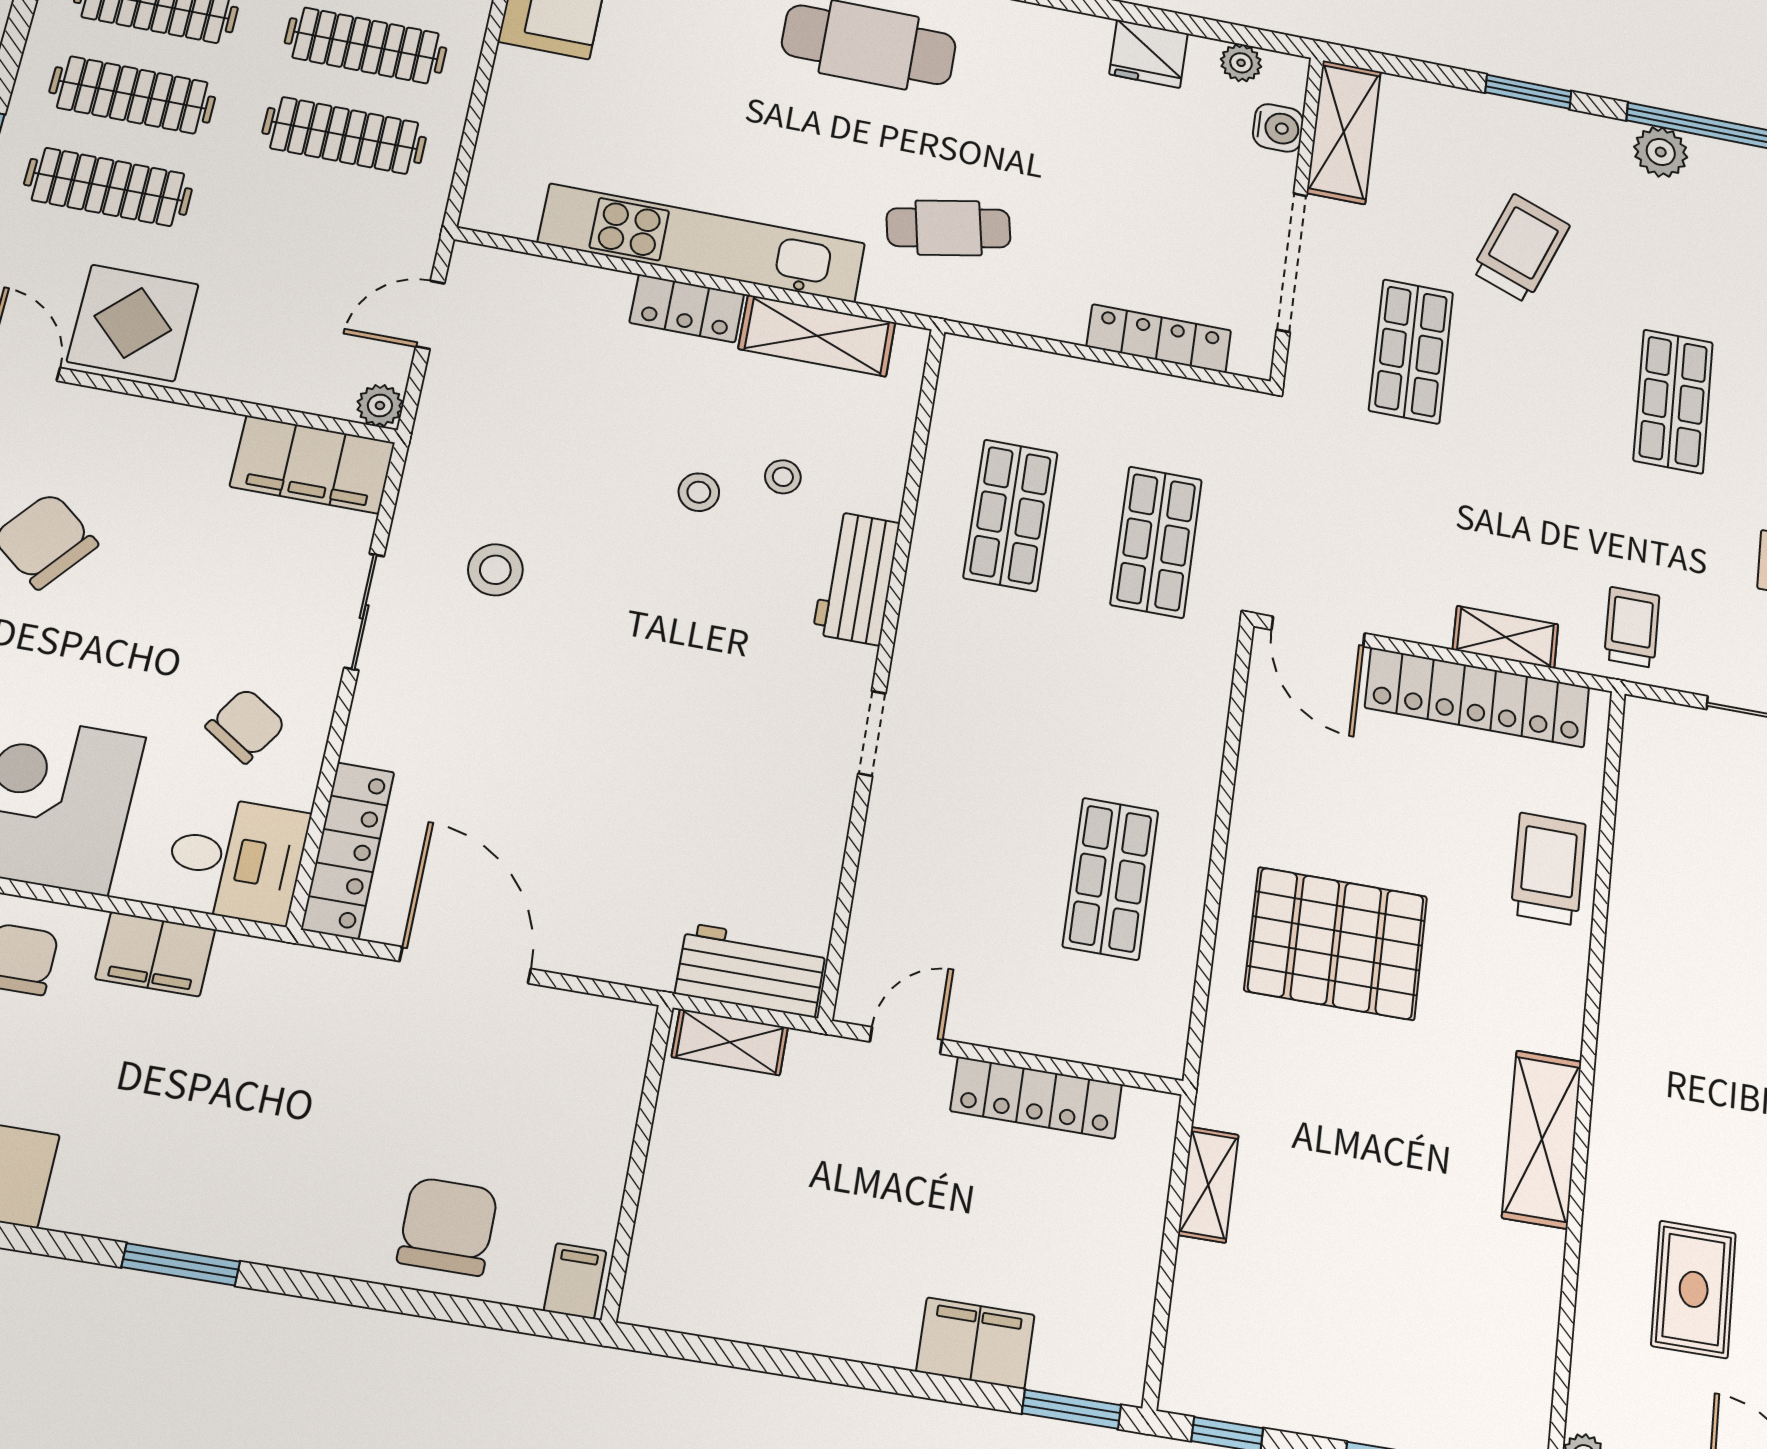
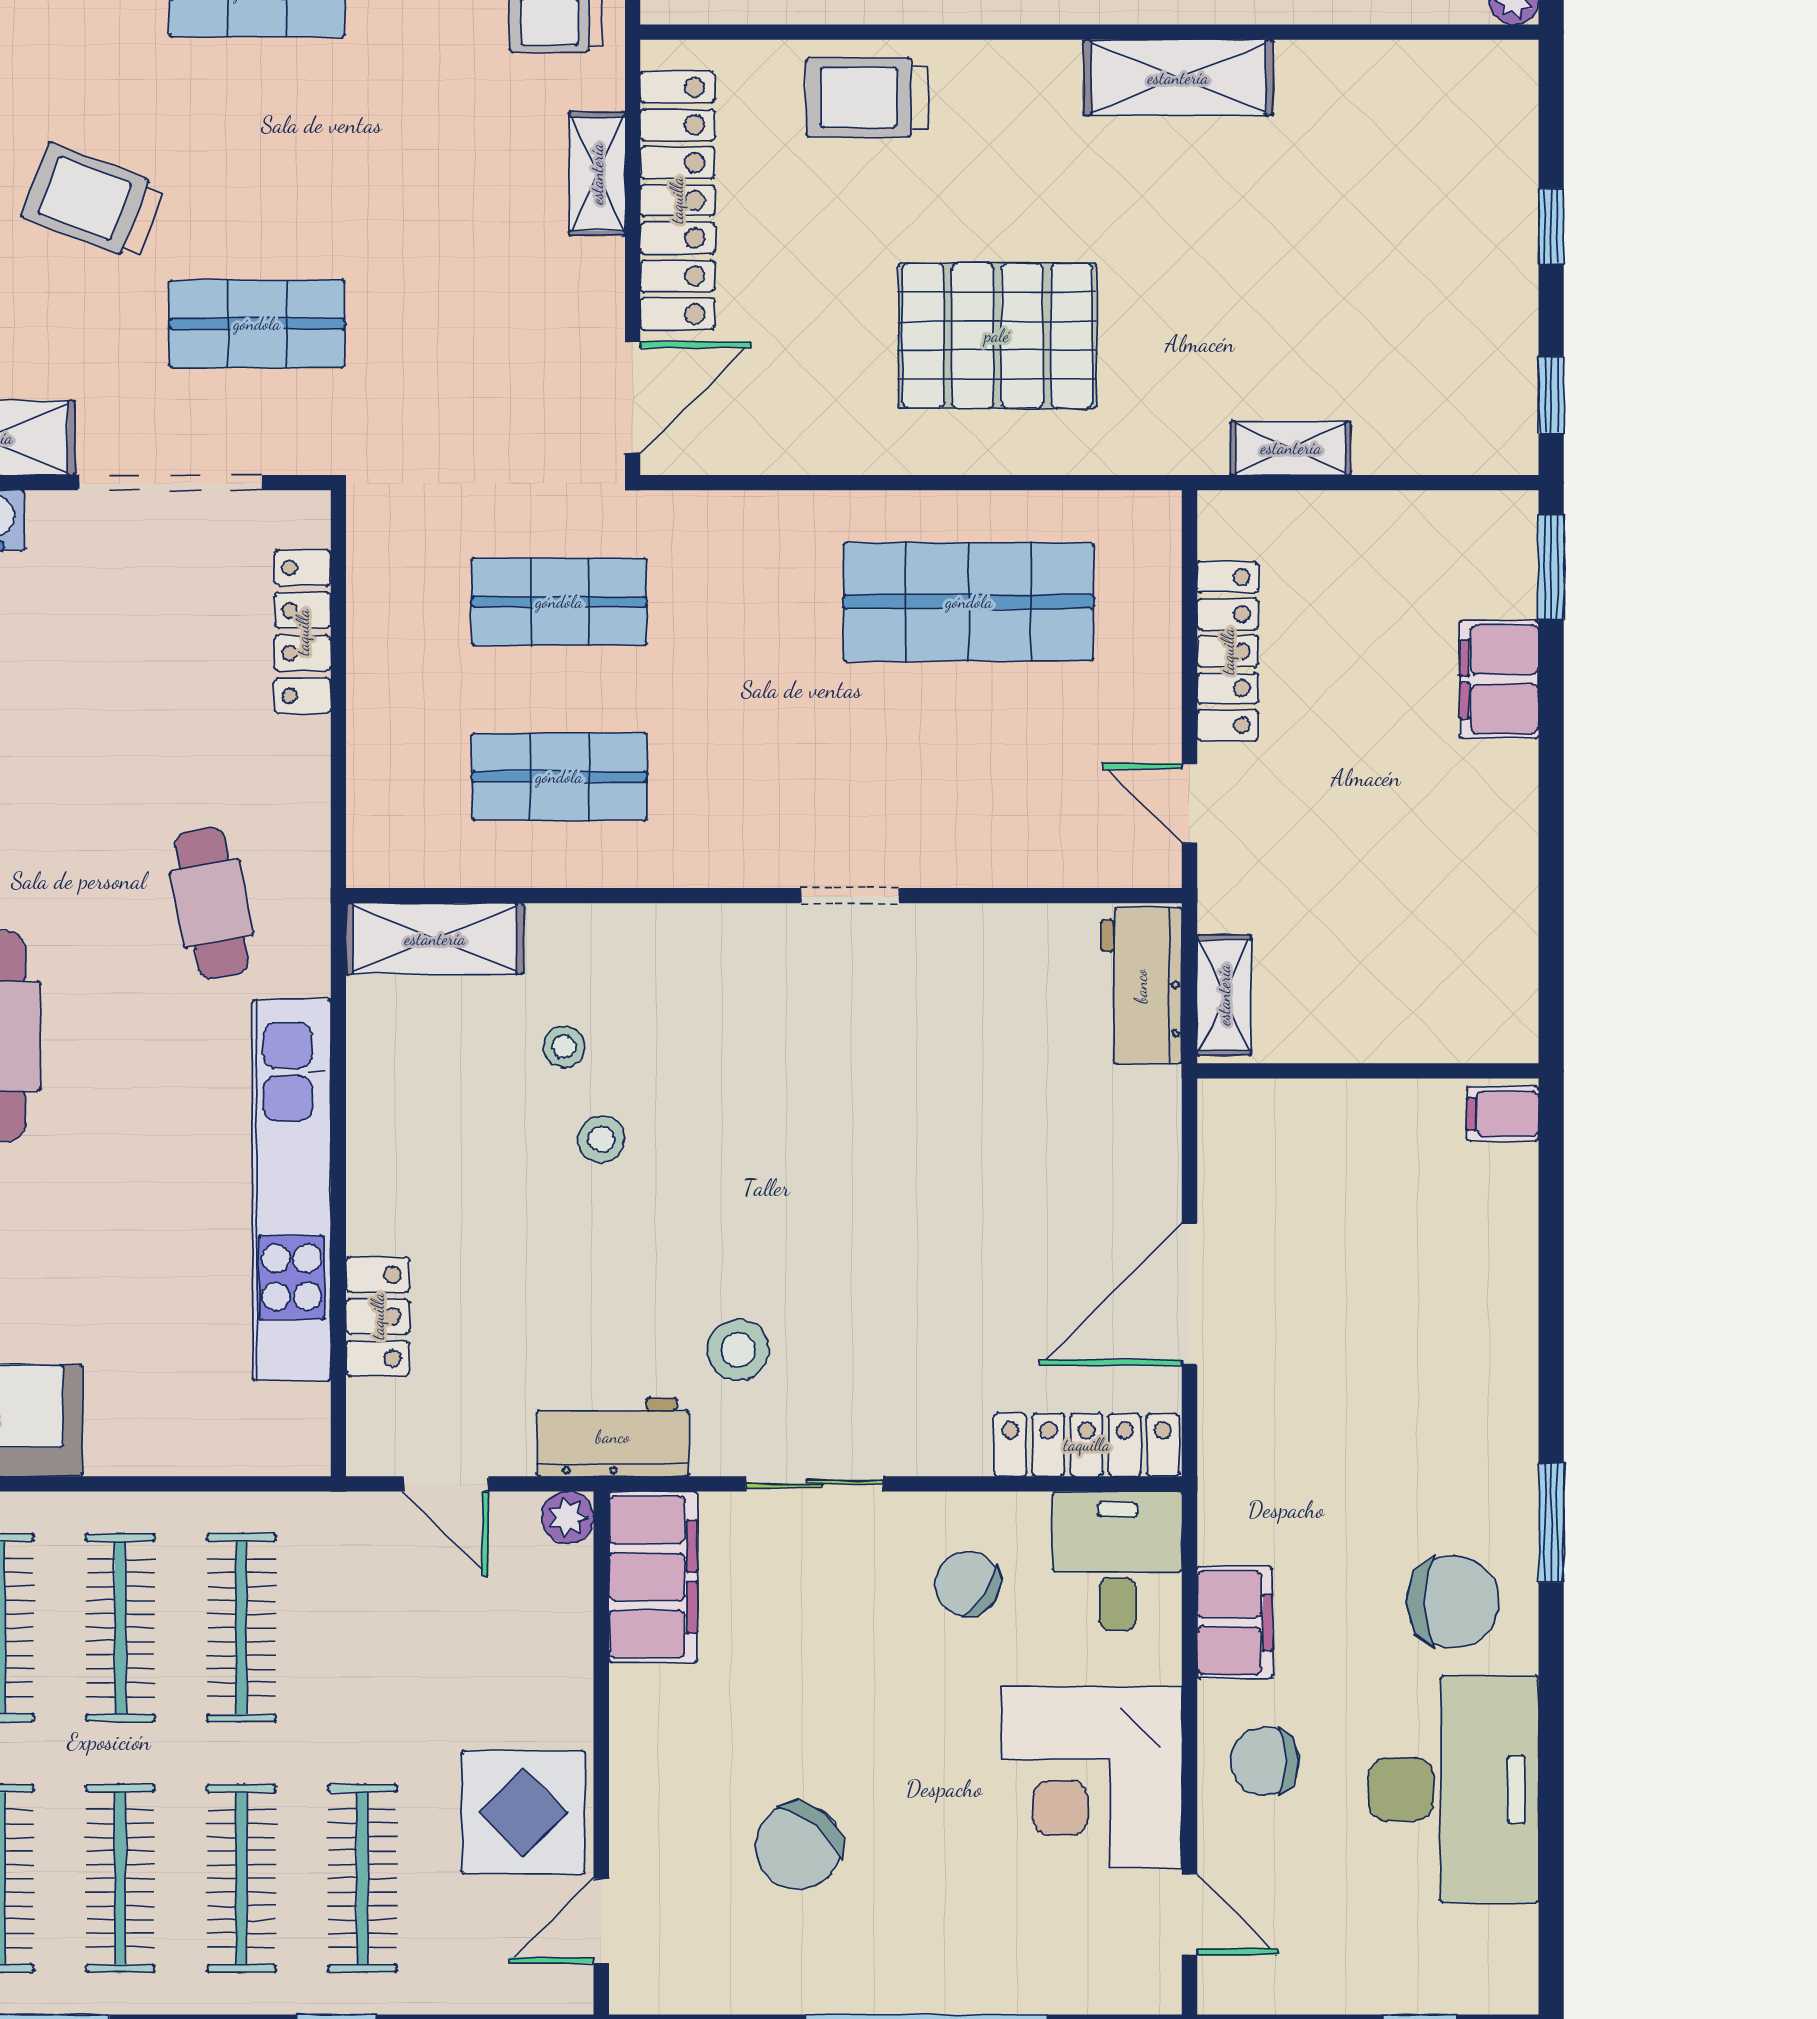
locker: (687, 308) -> (378, 1316), moved
shelving: (817, 336) -> (435, 939), moved, turned 90
workbench: (856, 578) -> (613, 1437), moved, turned 180
shop shelf: (1111, 879) -> (969, 602), width x1.43, depth x1.36
pallet: (1336, 943) -> (997, 336), turned 90
chair: (448, 1226) -> (1453, 1602), moved, turned 180

